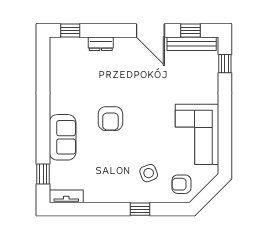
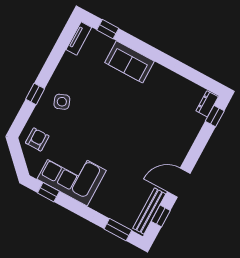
dresser: (101, 44) -> (207, 104), moved
window: (225, 64) -> (118, 230), width x1.50
armchair: (110, 119) -> (124, 110), removed
window: (225, 147) -> (48, 192), added
side table: (149, 173) -> (62, 102), moved

